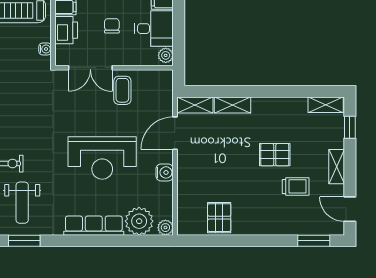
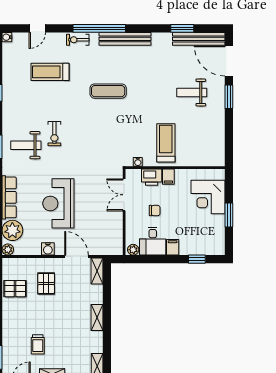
coffee table: (122, 90) -> (108, 218), removed
shelving: (232, 105) -> (97, 317), moved
pallet: (275, 155) -> (46, 283), moved

